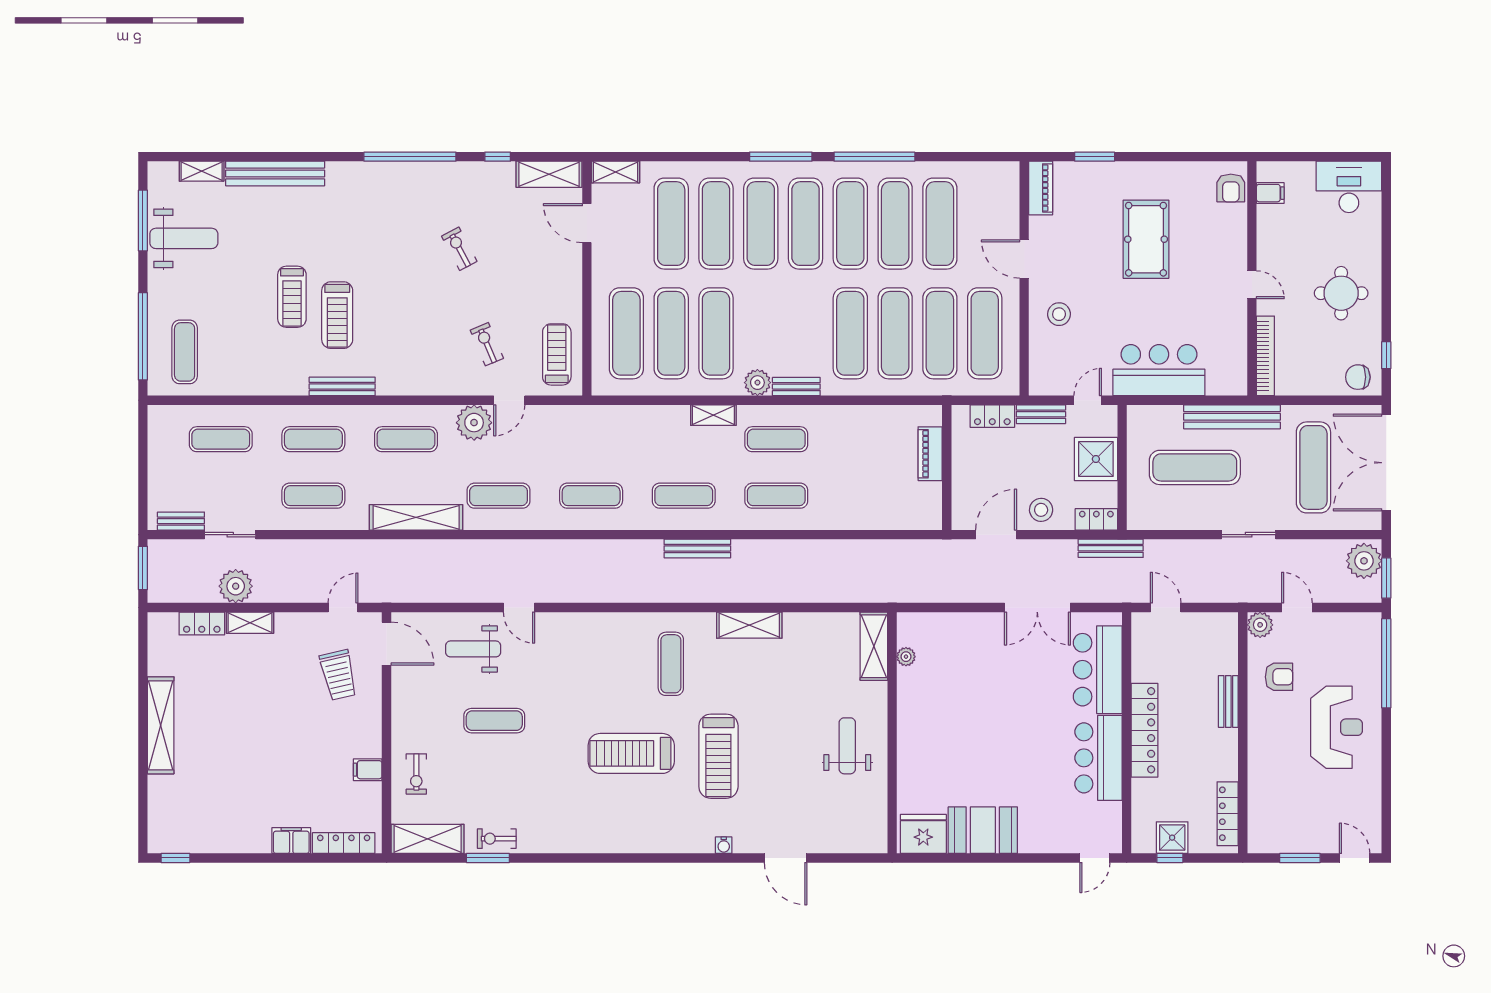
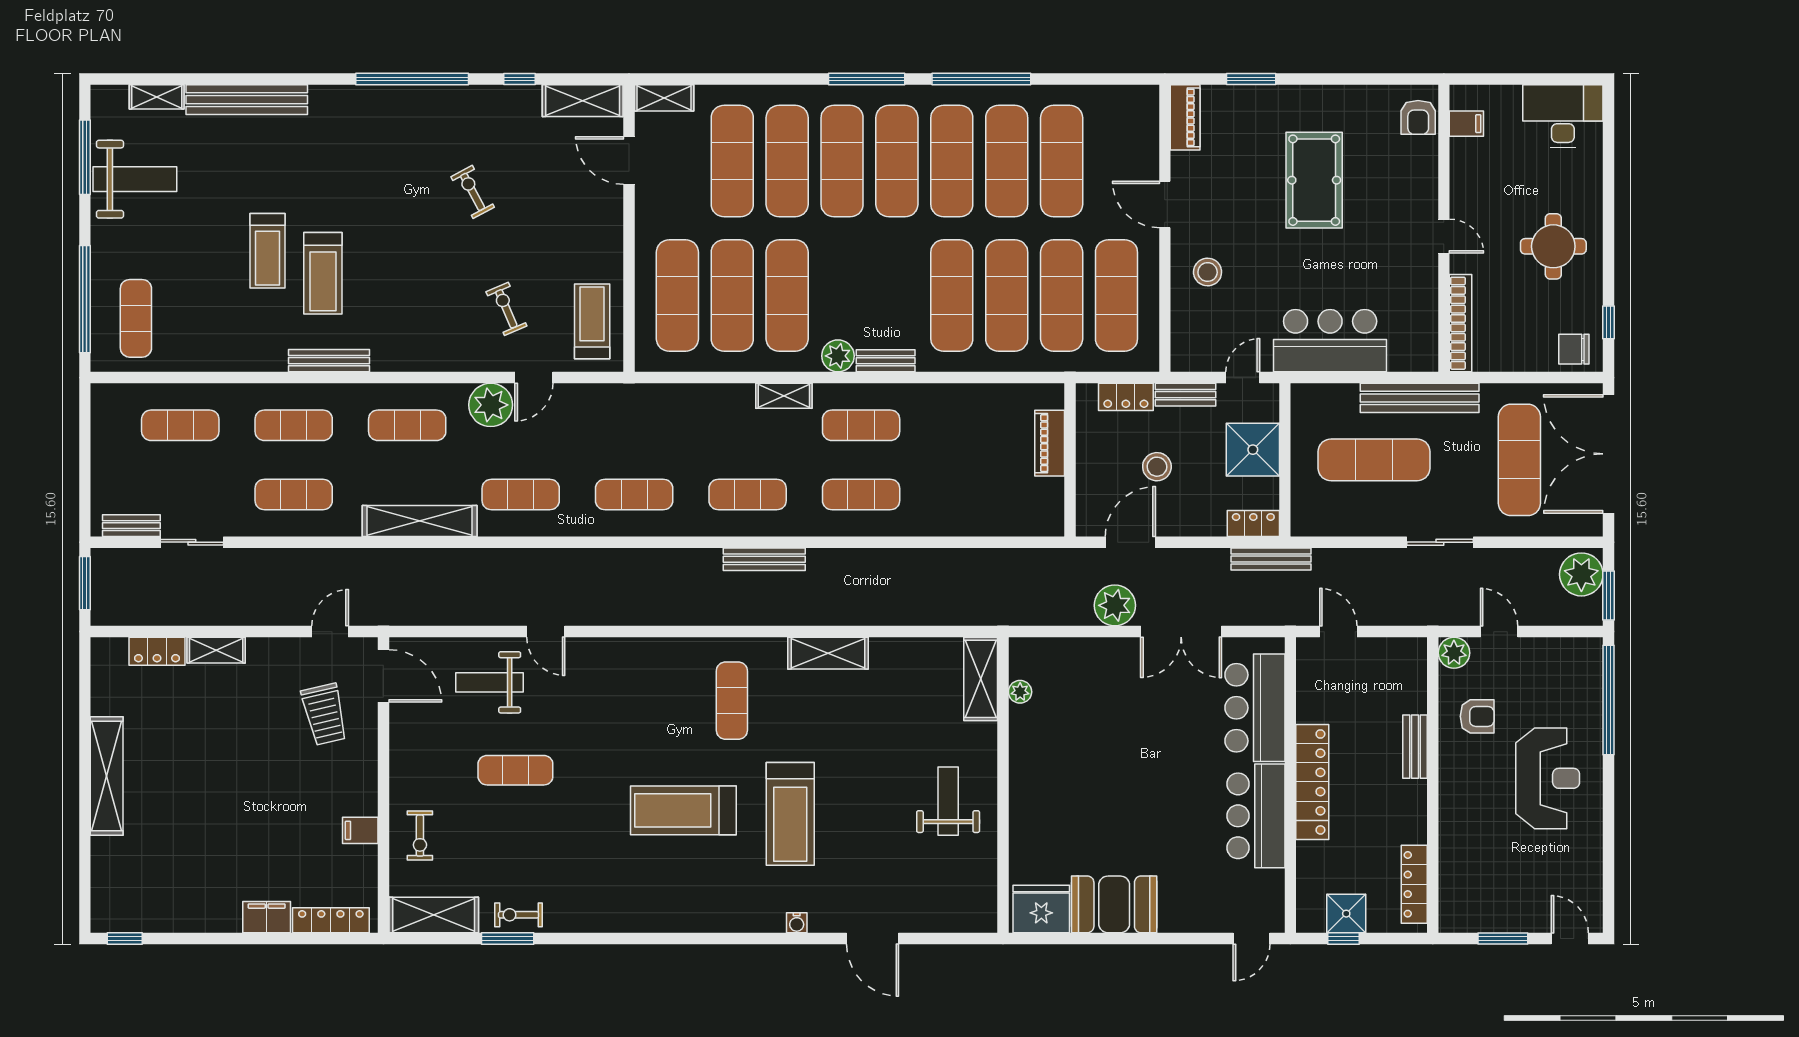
stool: (1041, 510) -> (1157, 467), moved
plant: (236, 586) -> (1115, 605), moved

